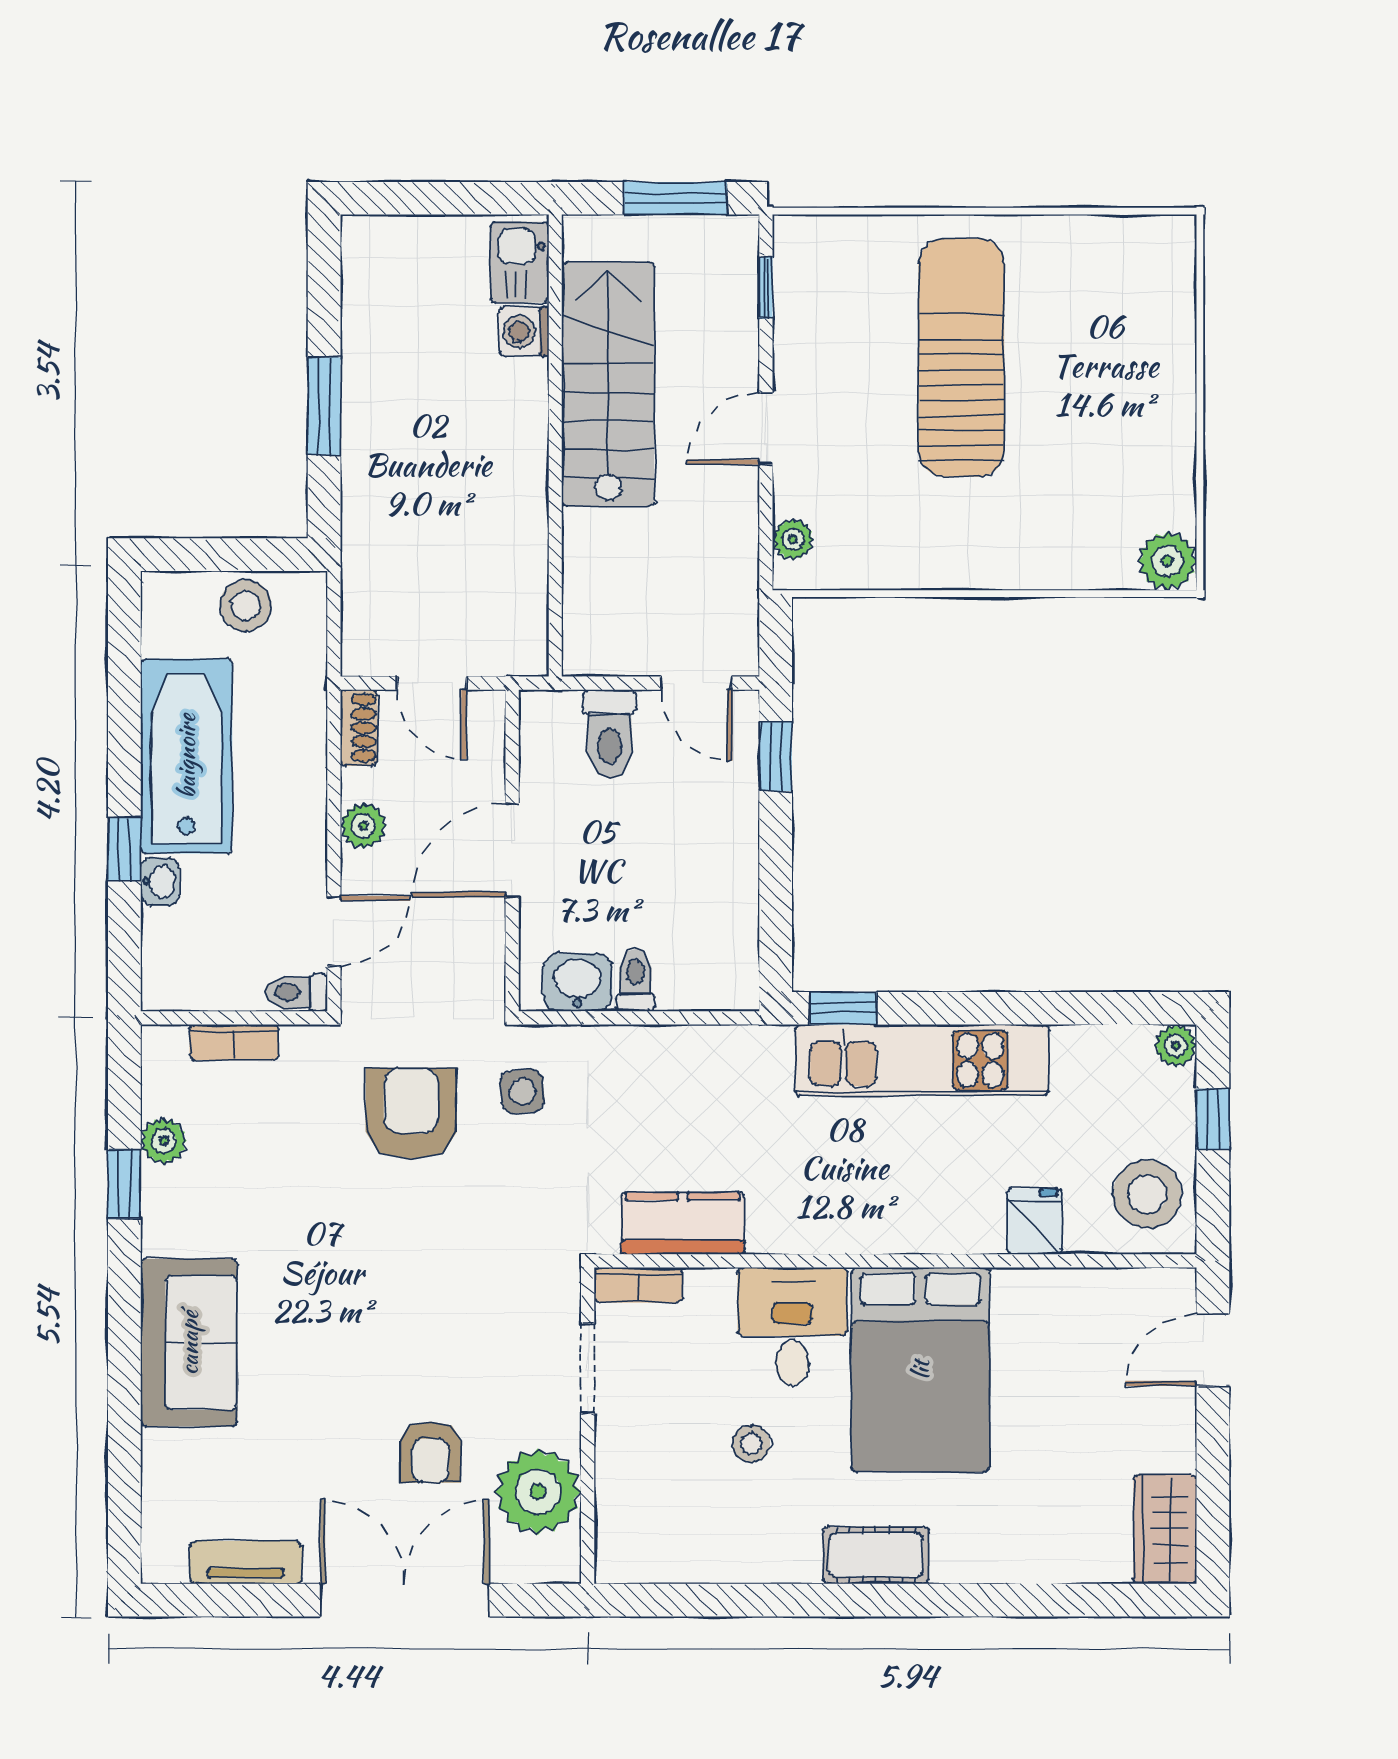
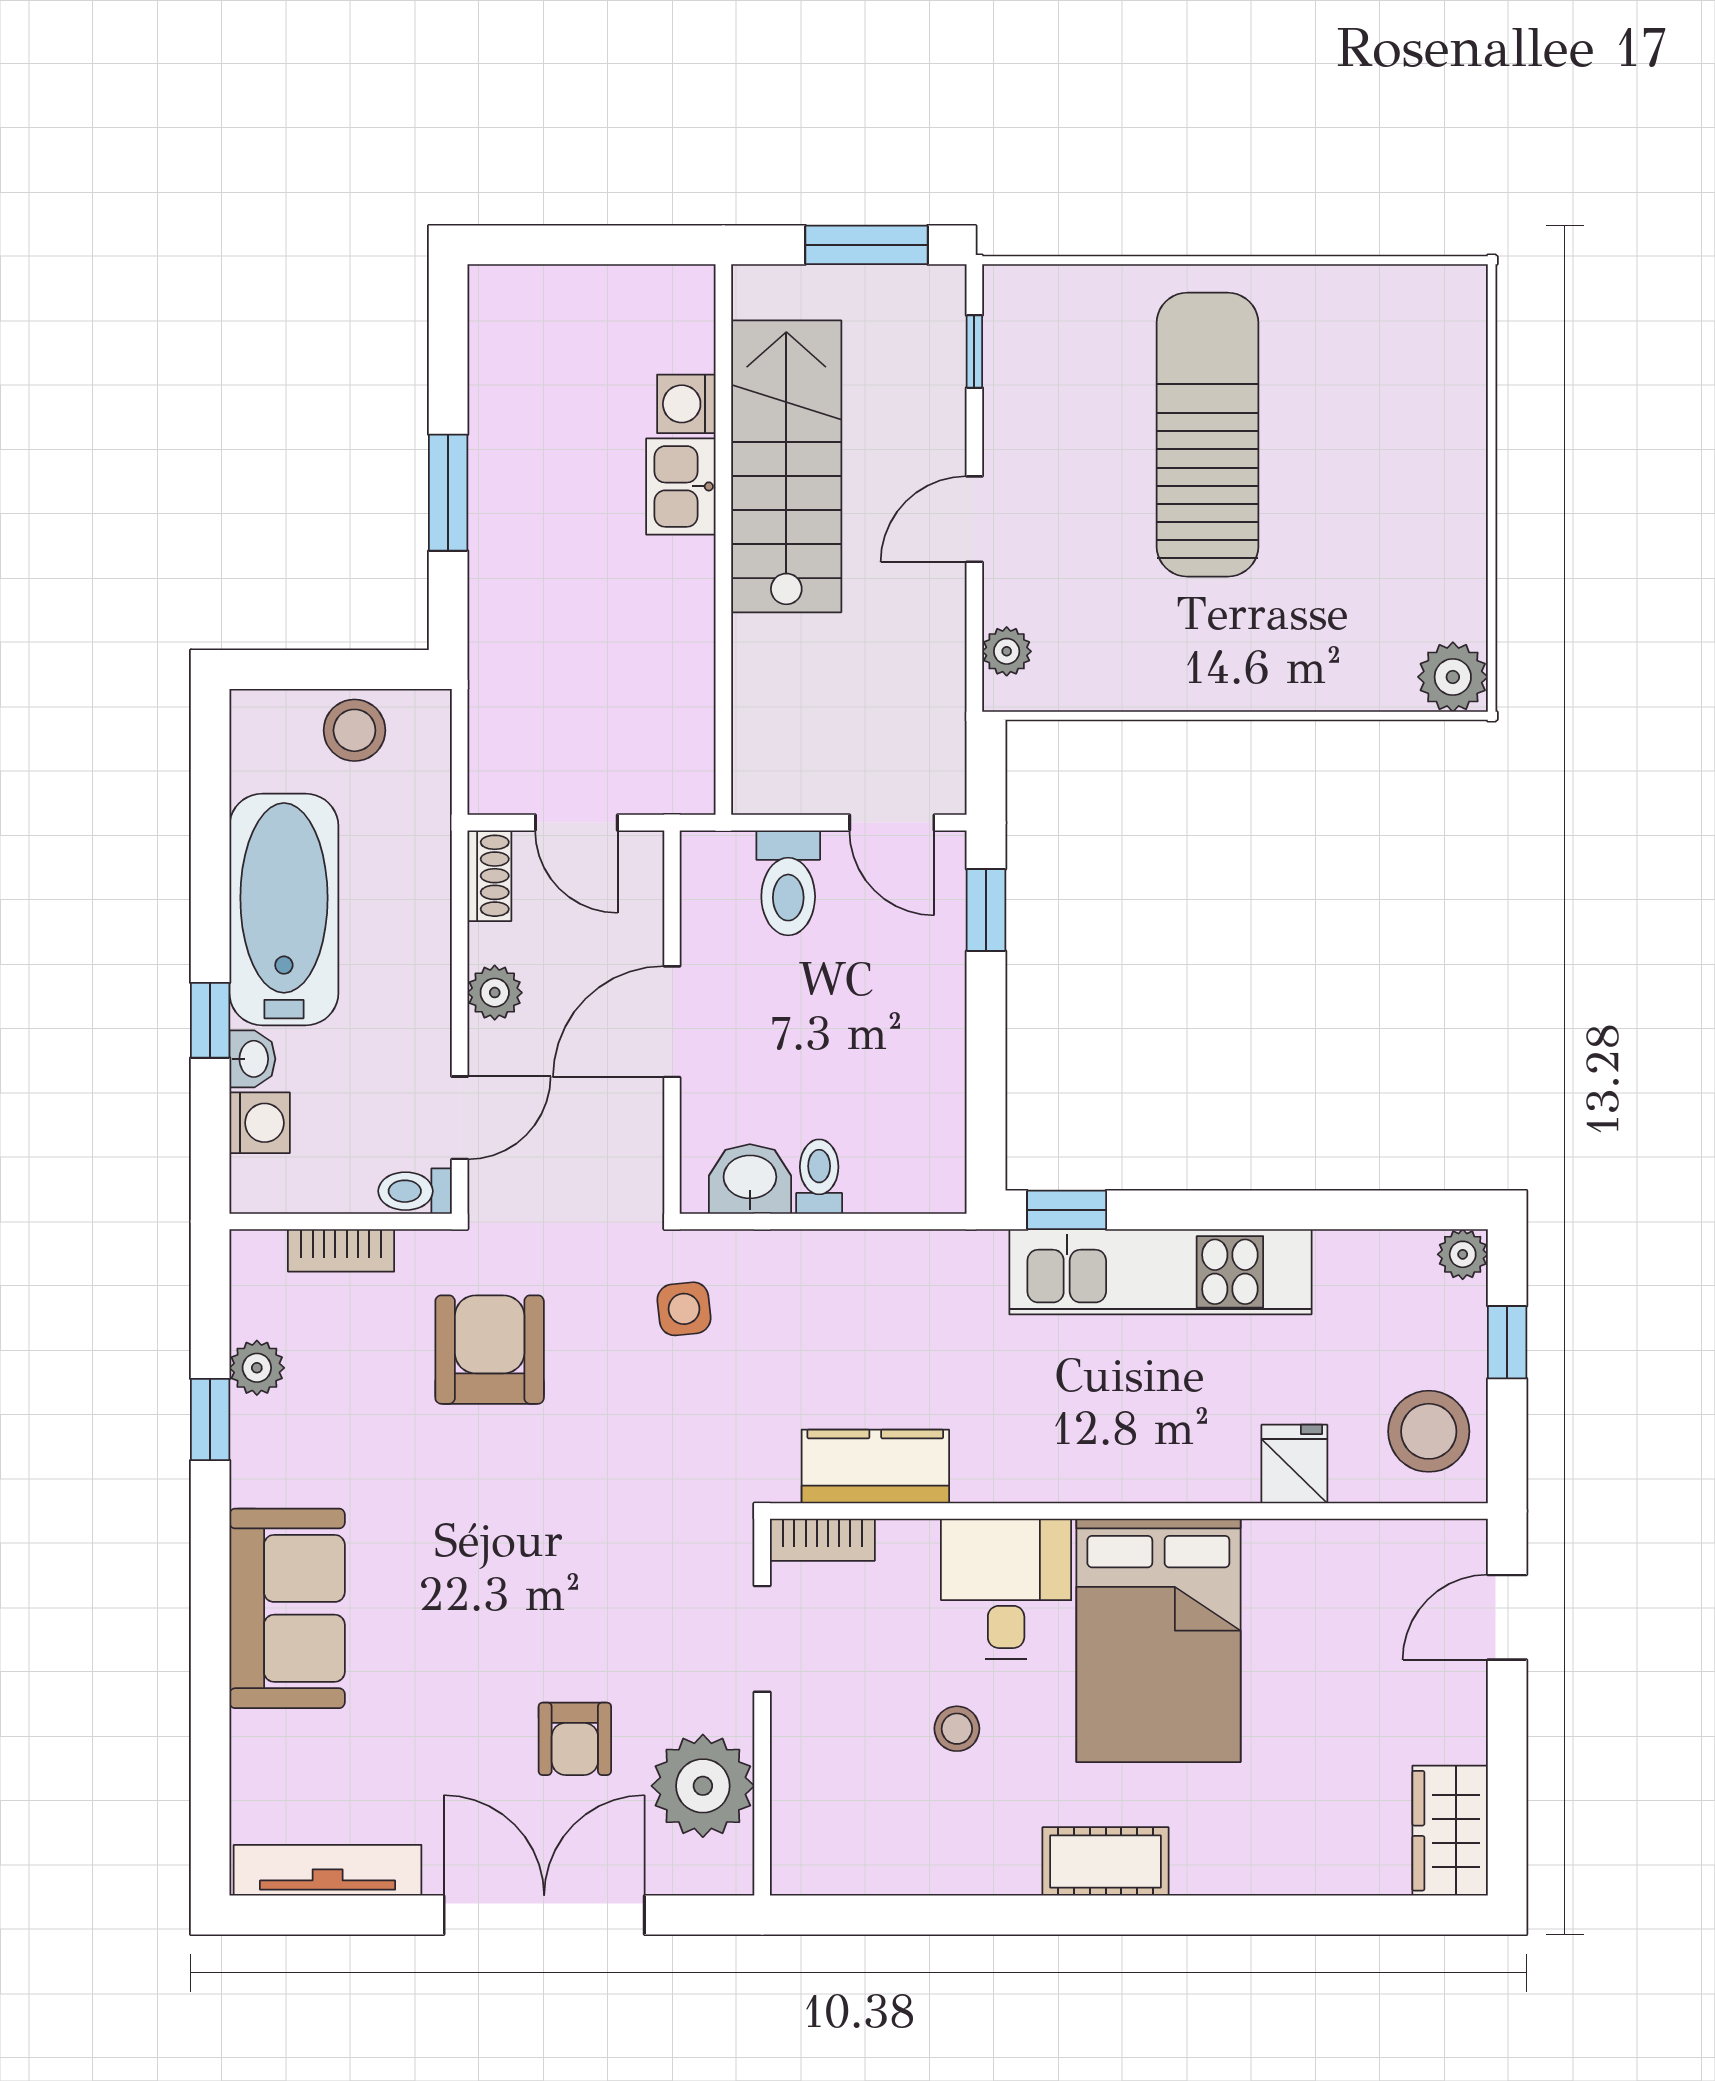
kitchen sink: (519, 262) -> (681, 486), moved
washing machine: (166, 935) -> (260, 1123), added
armchair: (411, 1113) -> (490, 1350), moved
tv unit: (246, 1563) -> (328, 1870), width x1.41

